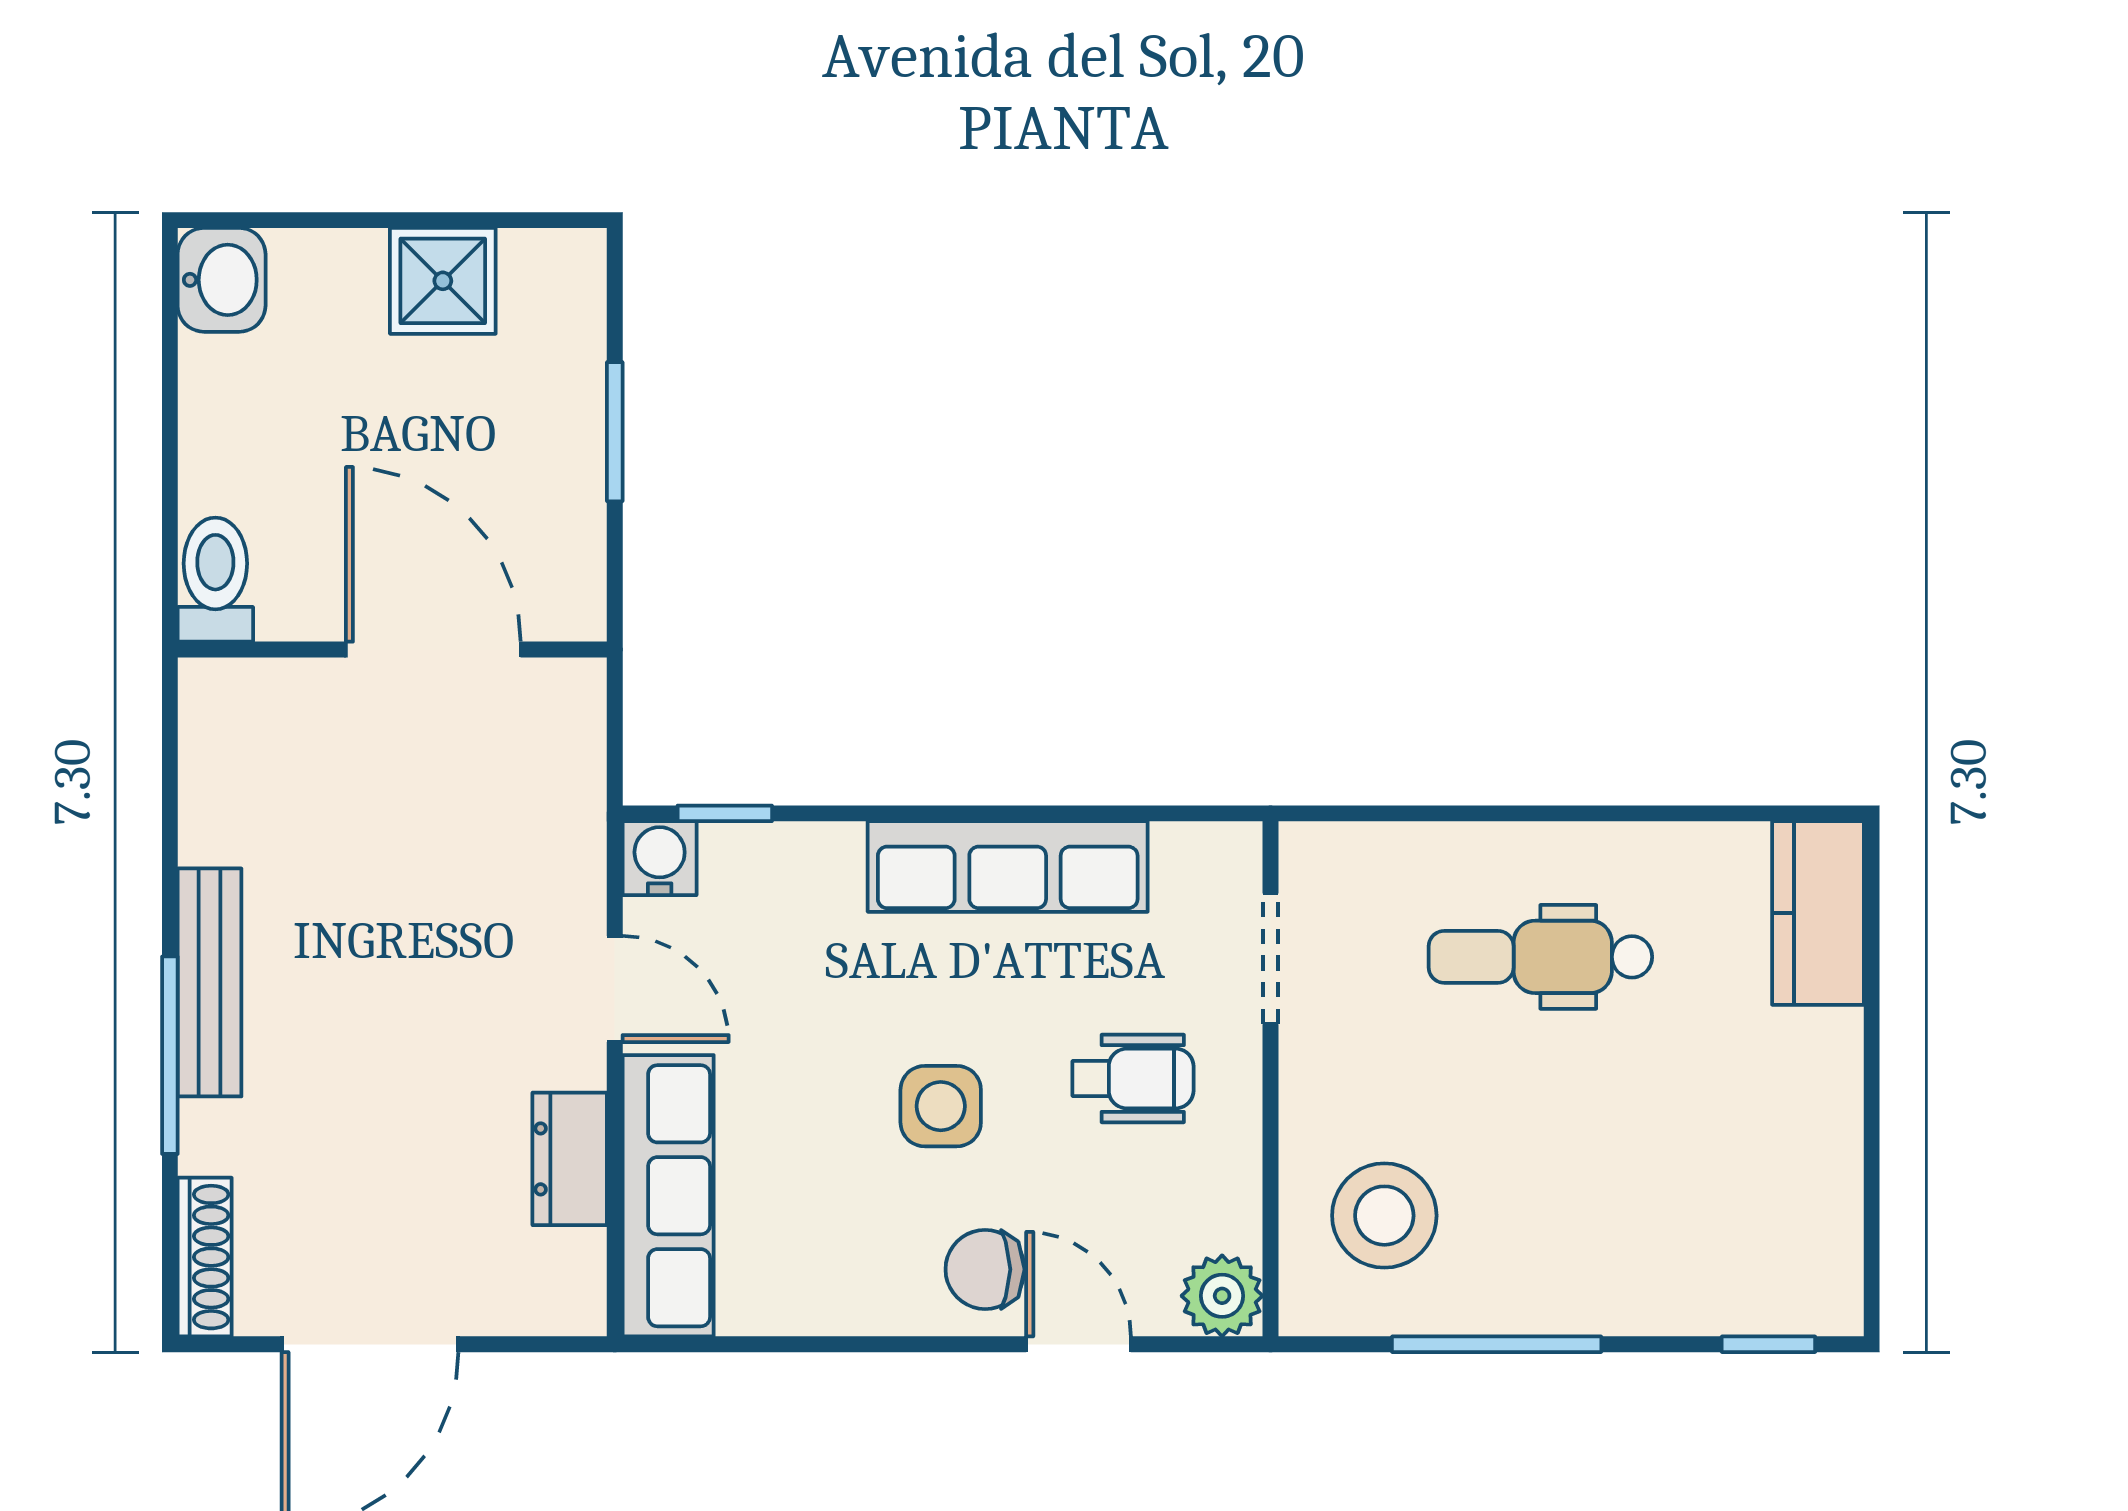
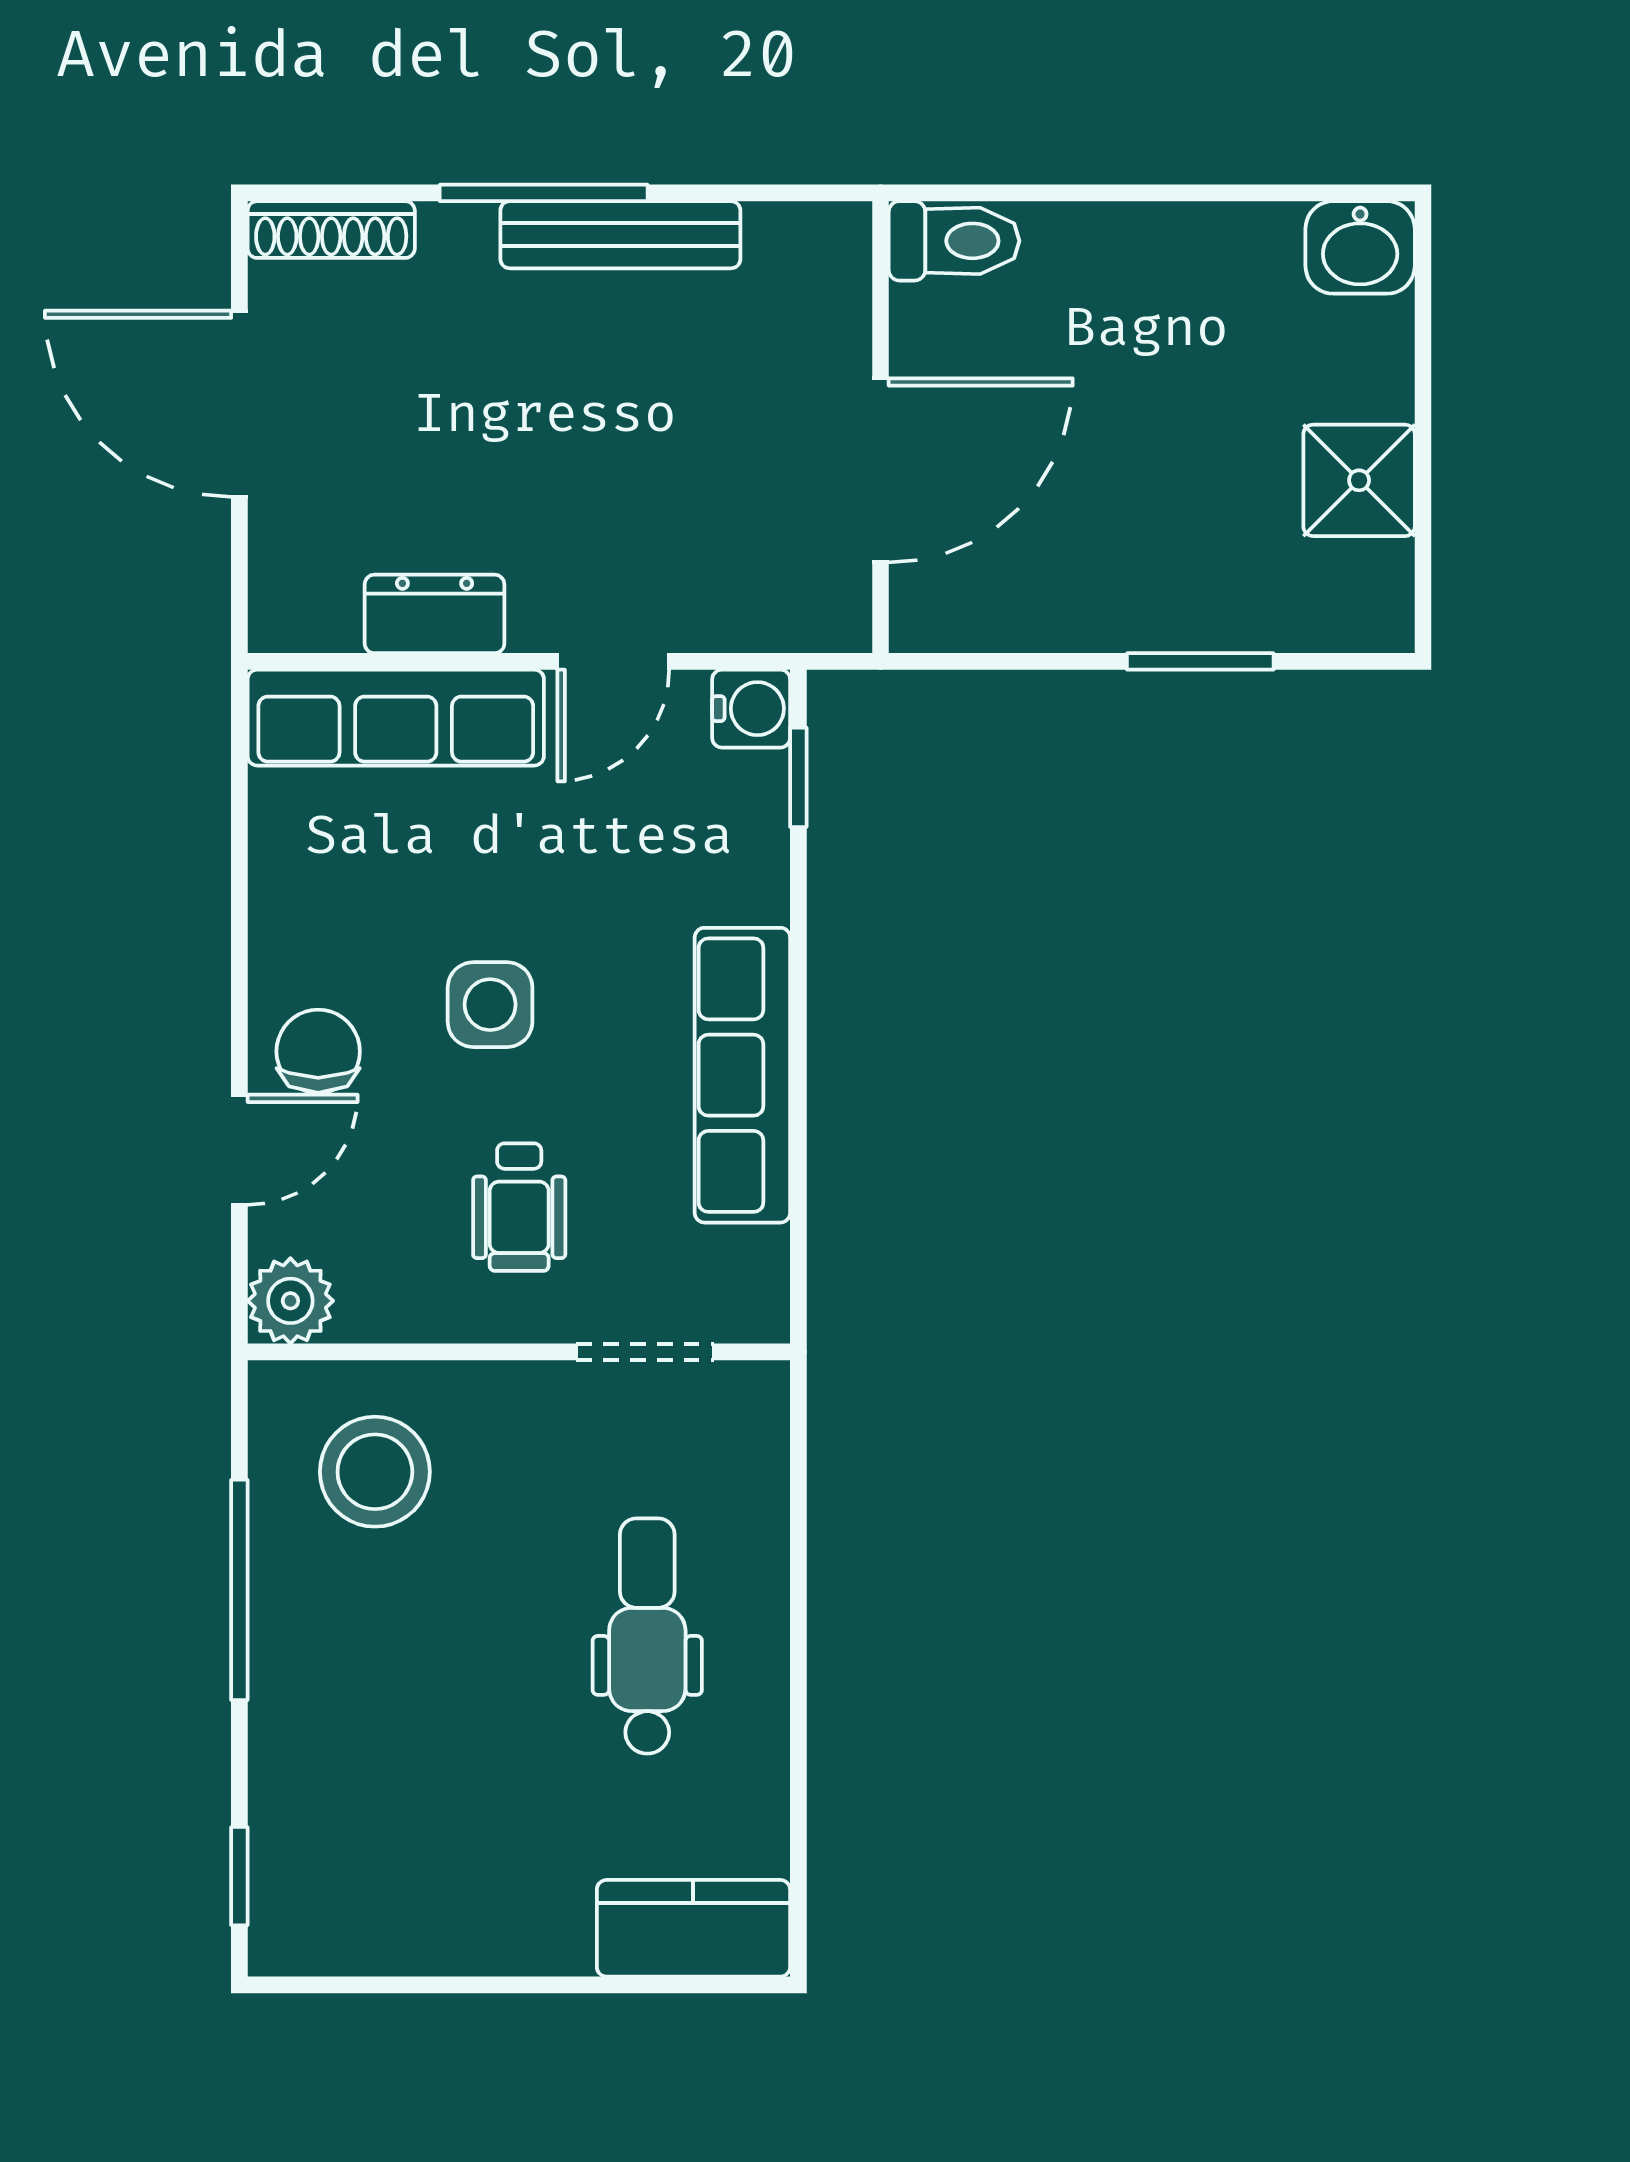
toilet: (215, 580) -> (954, 241), moved
wall: (392, 649) -> (880, 427), moved
door: (433, 649) -> (880, 470), moved

